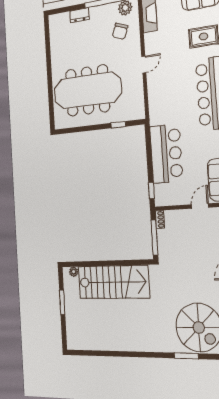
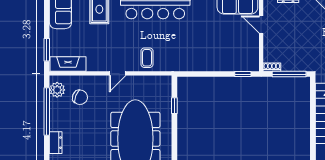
door: (144, 65) -> (118, 73), swing flipped
coffee table: (160, 92) -> (147, 58), added
bar counter: (166, 154) -> (208, 56), removed

